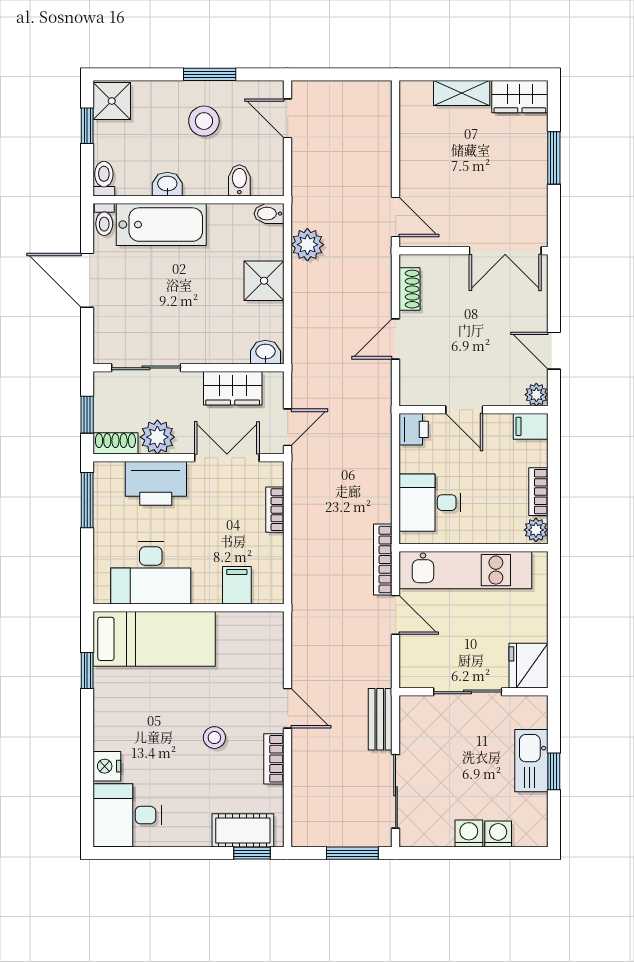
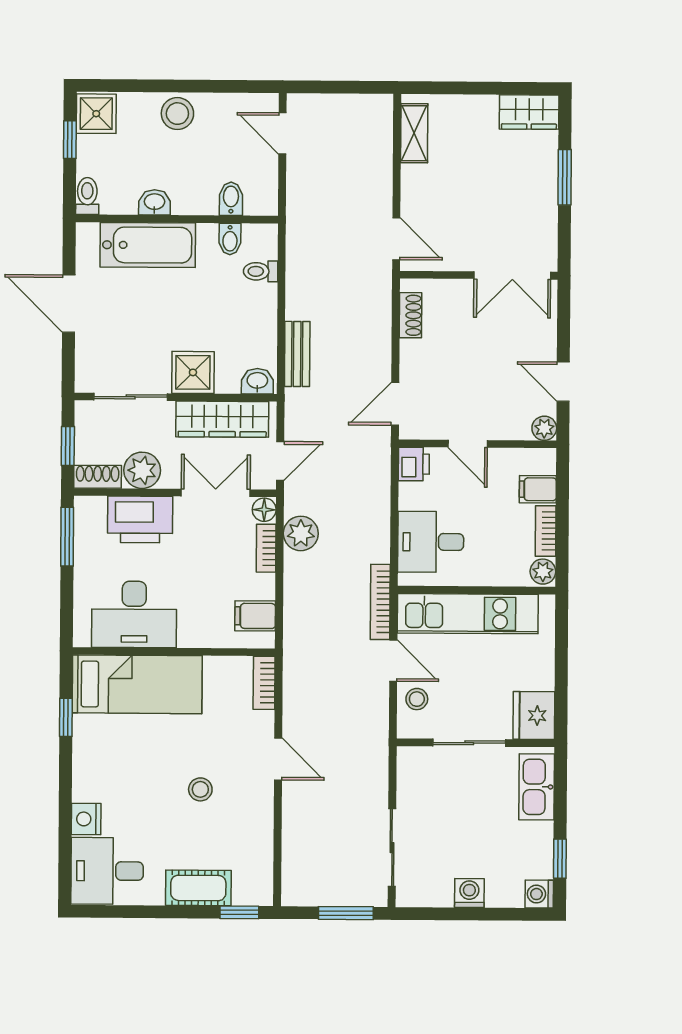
window: (210, 74) -> (200, 86), removed
shelving: (462, 93) -> (414, 133), moved, turned 90
stool: (204, 121) -> (177, 114), moved
bidet: (269, 214) -> (230, 239), moved, turned -90
toilet: (104, 220) -> (261, 271), moved, turned 90
plant: (307, 245) -> (301, 533), moved
shower: (264, 281) -> (193, 372), moved
door: (396, 339) -> (395, 404), moved
wardrobe: (233, 388) -> (222, 419), width x1.50
filing cabinet: (531, 426) -> (538, 489), moved
floor lamp: (273, 473) -> (264, 510), added
filing cabinet: (237, 585) -> (255, 616), moved, turned -90
stool: (418, 651) -> (417, 699), added
bench: (380, 719) -> (297, 354), moved
bookcase: (274, 759) -> (264, 683), moved
kitchen sink: (531, 761) -> (537, 787), moved
window: (554, 771) -> (560, 859), moved
cot: (243, 830) -> (198, 888), moved
washing machine: (498, 834) -> (539, 894), moved, turned -90

